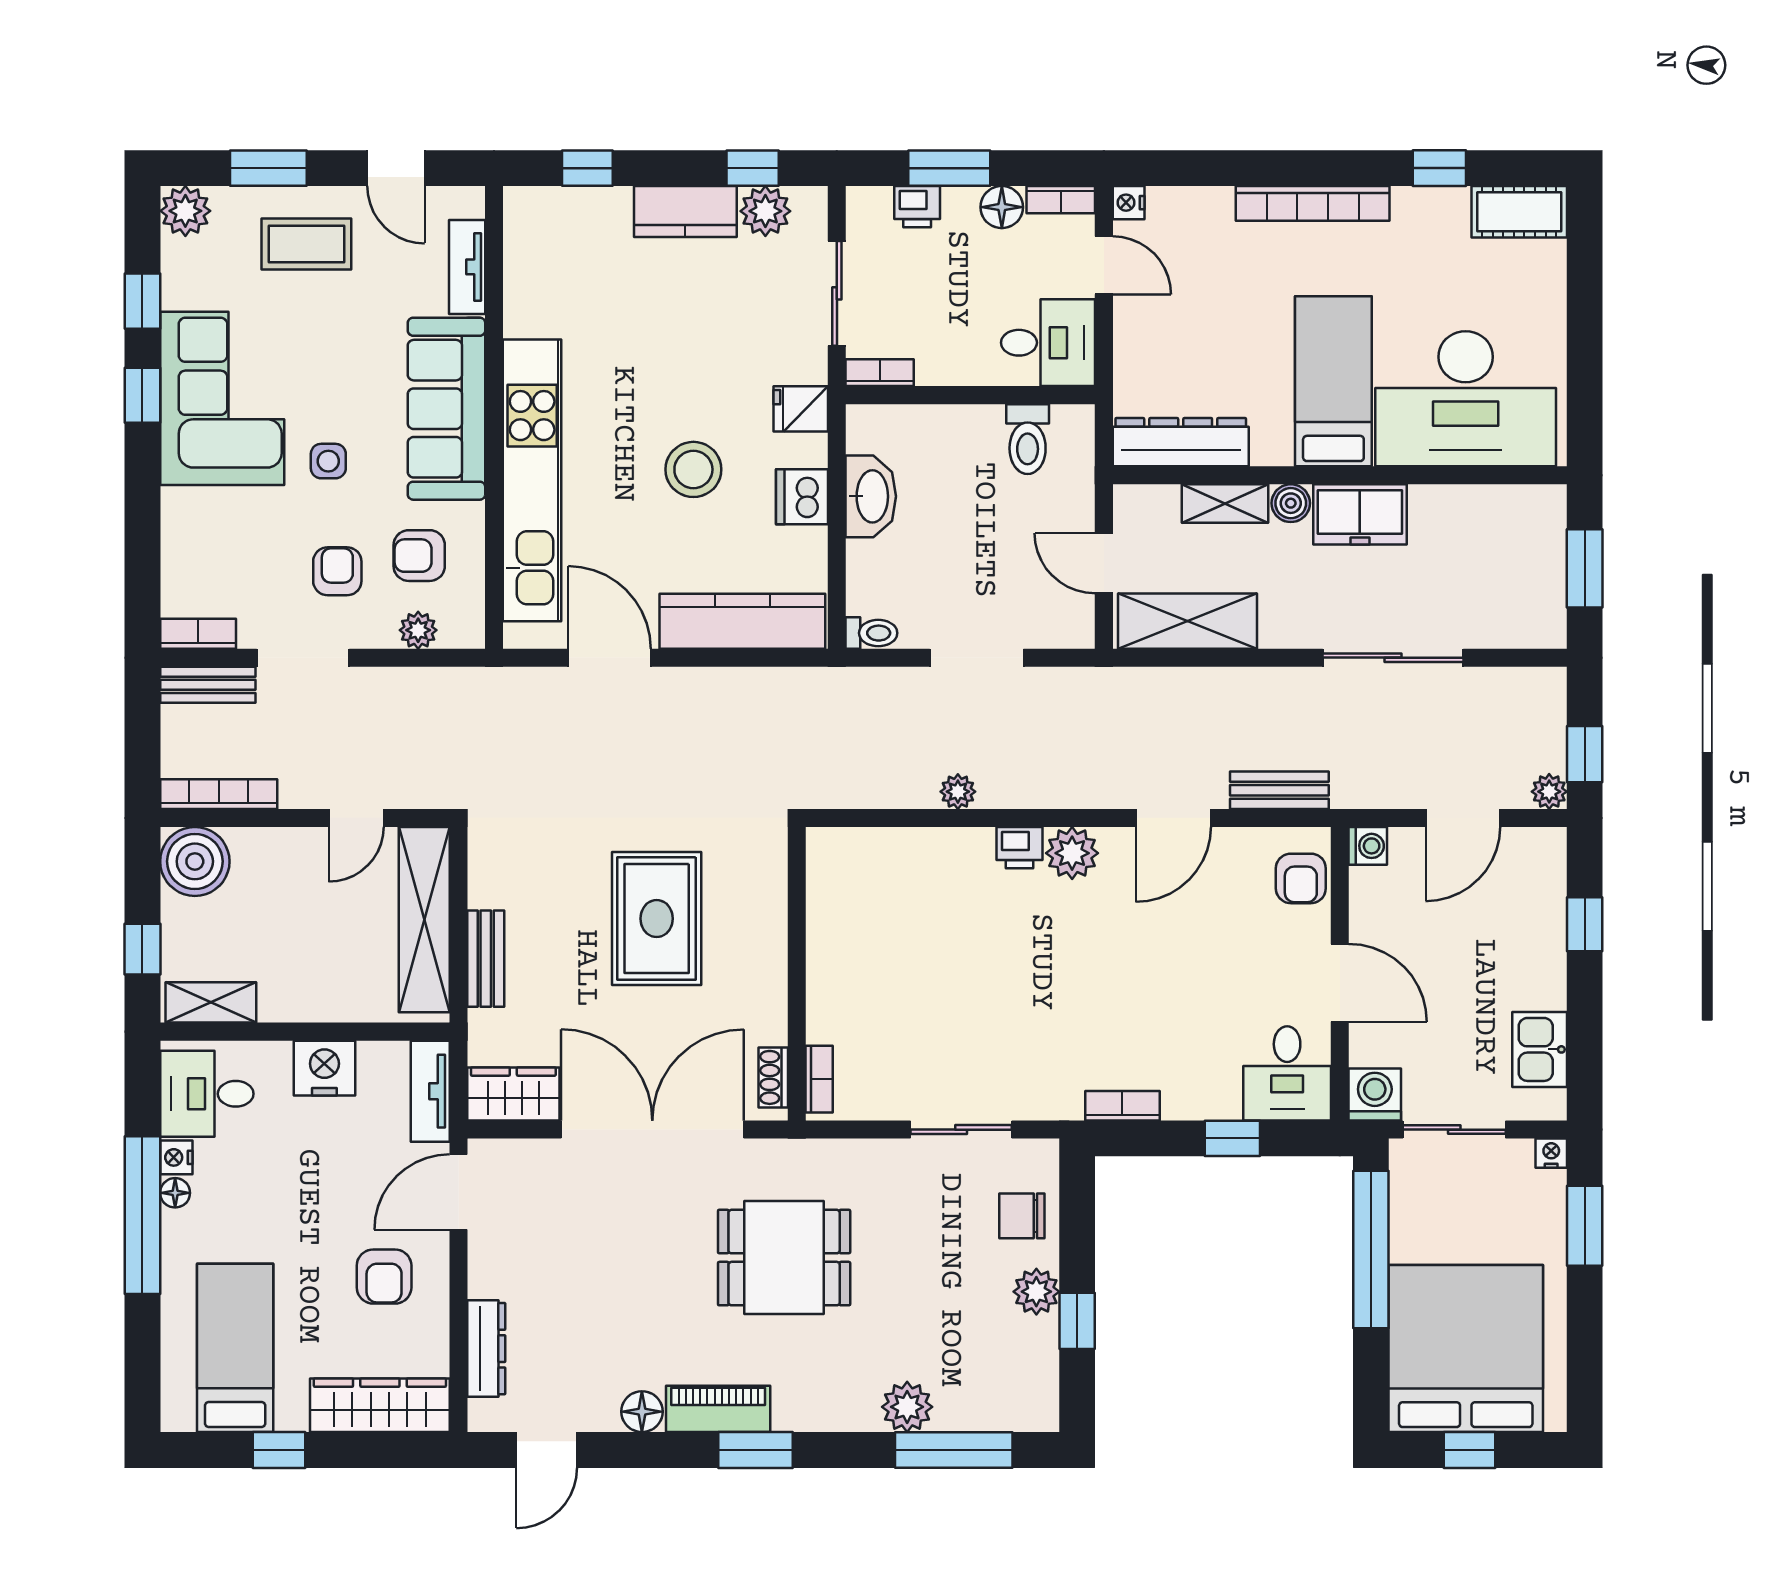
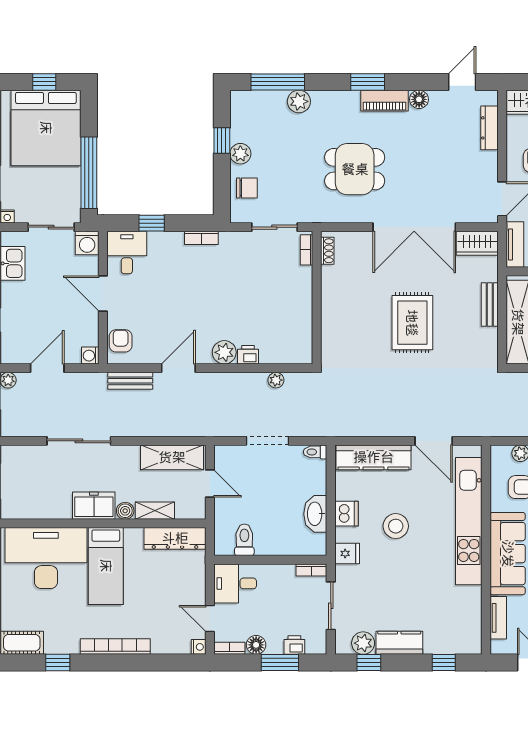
wall: (797, 974) -> (317, 298), moved
shoe rack: (773, 1077) -> (327, 251), moved
bookcase: (819, 1079) -> (307, 250), moved

